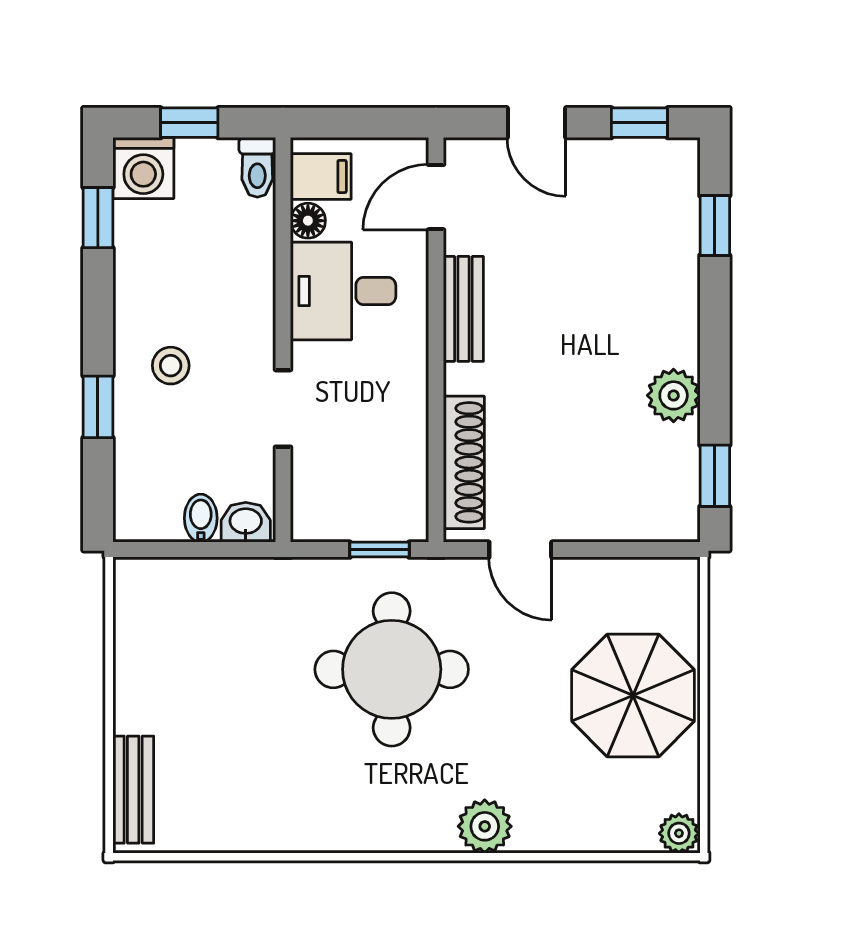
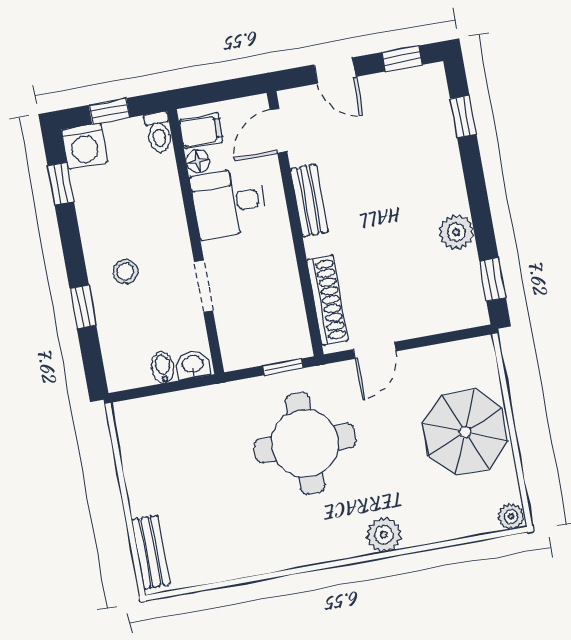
door: (520, 550) -> (375, 350), hinge flipped

